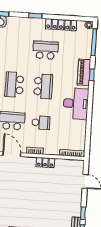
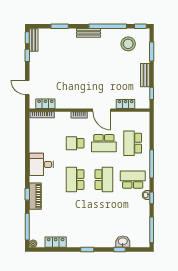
locker: (61, 25) -> (56, 242), width x0.66
school desk: (45, 50) -> (75, 216), removed
desk: (76, 104) -> (41, 164), width x0.73
locker: (45, 163) -> (45, 104), moved

